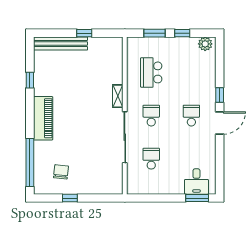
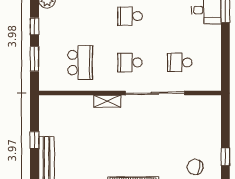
school desk: (151, 72) -> (80, 62), turned -90

